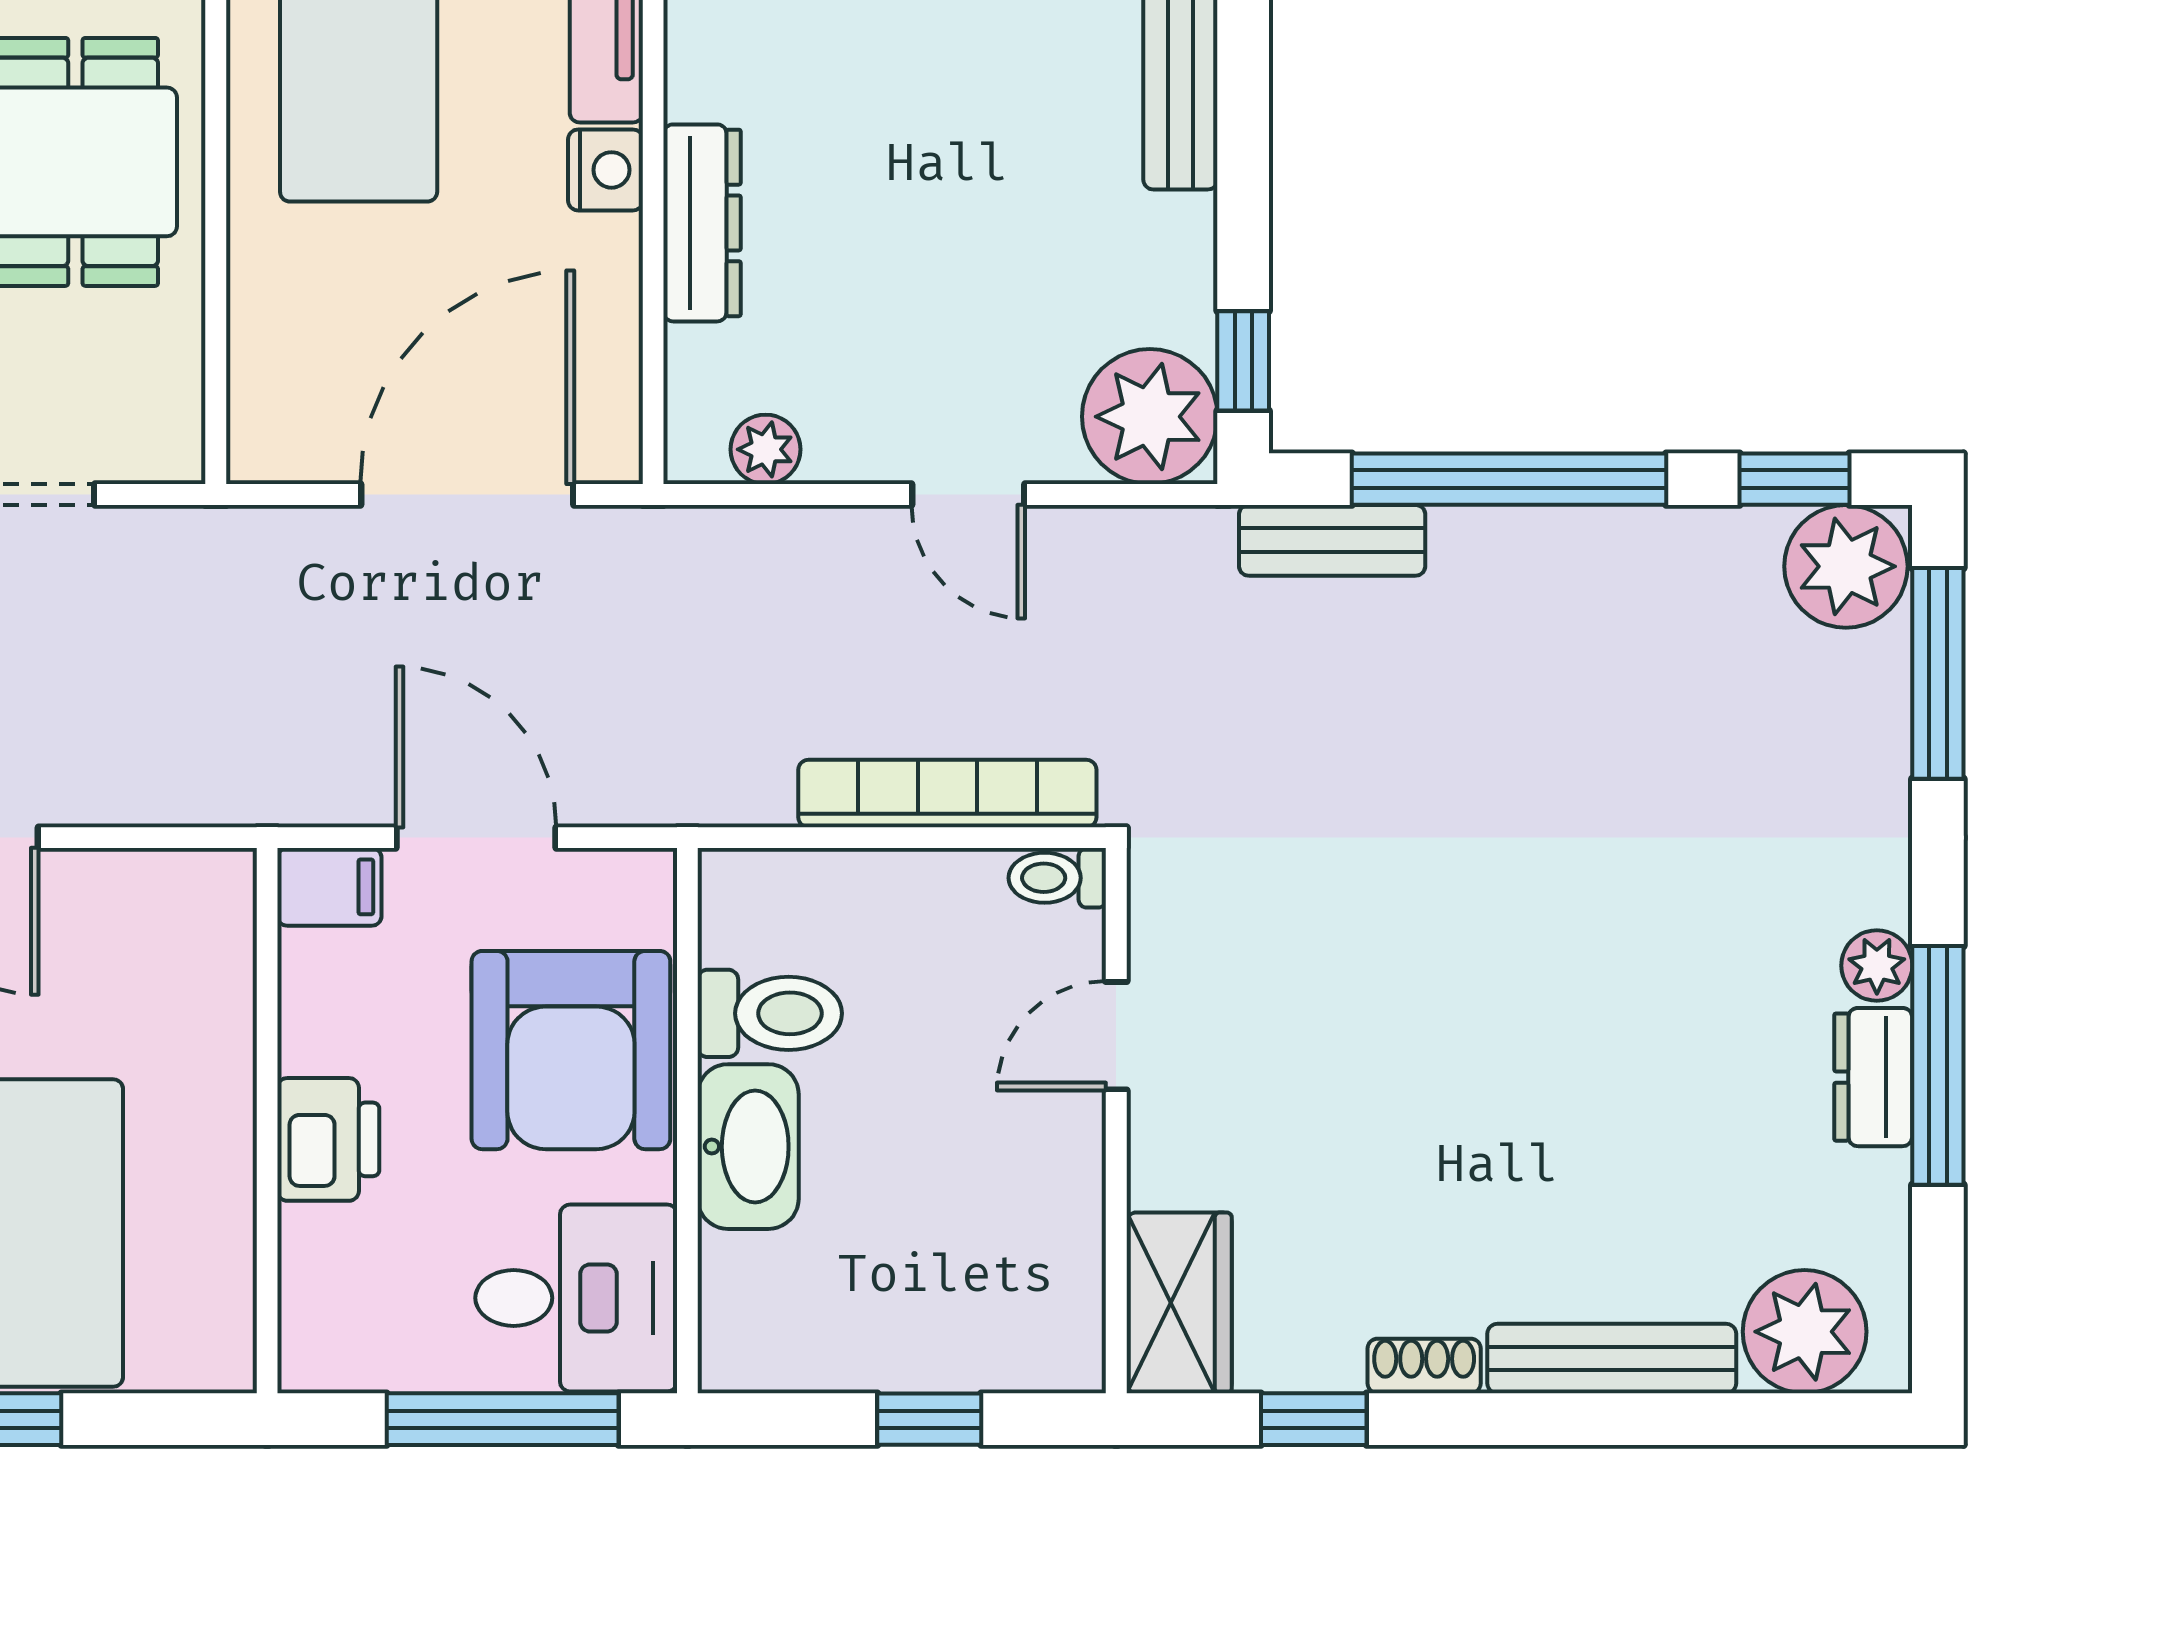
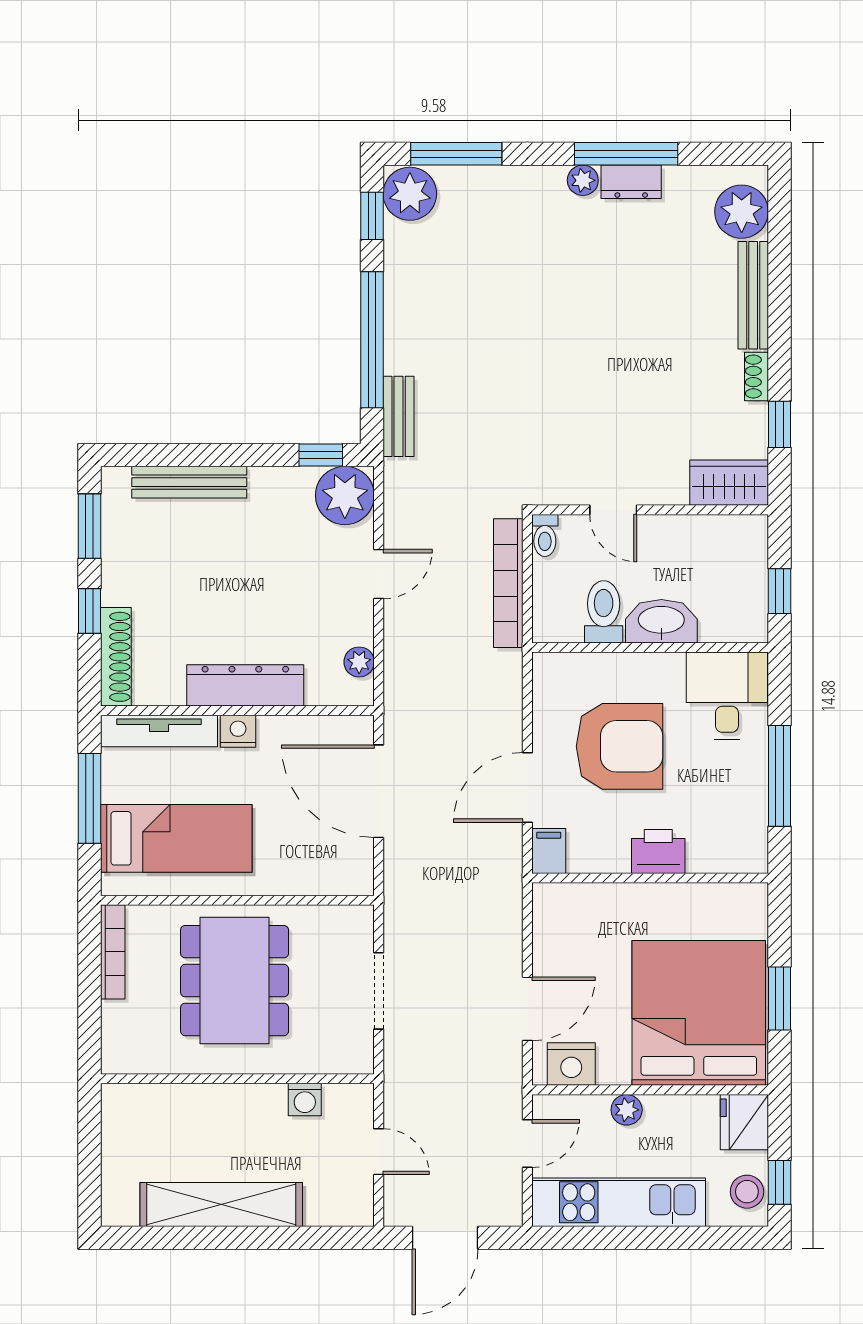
dresser: (702, 223) -> (245, 685), width x1.37, depth x1.24
toilet: (770, 1013) -> (604, 612), moved
wall: (687, 1121) -> (650, 647), moved
washbasin: (748, 1147) -> (661, 621), moved
desk: (576, 1298) -> (727, 696), moved

